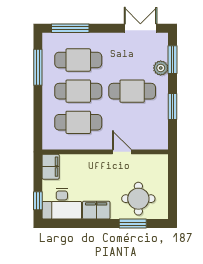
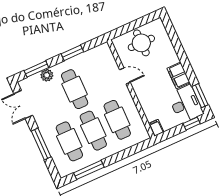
window: (70, 28) -> (41, 144), moved
door: (122, 152) -> (125, 76), swing flipped
filing cabinet: (51, 167) -> (156, 128), width x0.50
round table: (138, 199) -> (141, 43), moved
window: (133, 224) -> (200, 96), moved

